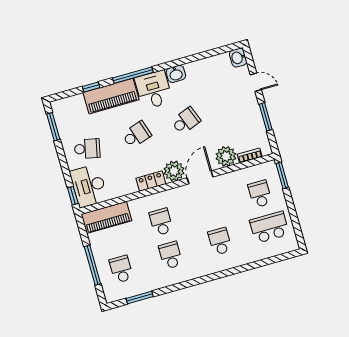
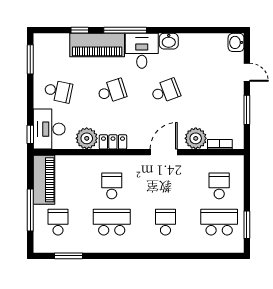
plant: (174, 171) -> (87, 138), moved
window: (282, 175) -> (247, 225), moved
piano: (106, 217) -> (44, 180), moved, turned -90
school desk: (171, 255) -> (112, 222), width x1.85

